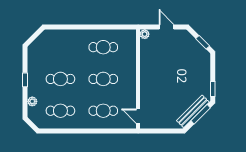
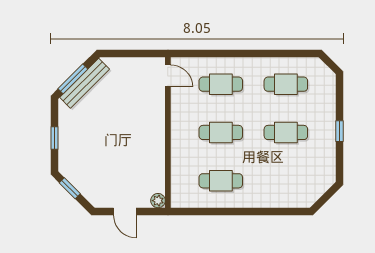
window: (213, 89) -> (54, 138), moved
plant: (32, 101) -> (329, 98), removed

